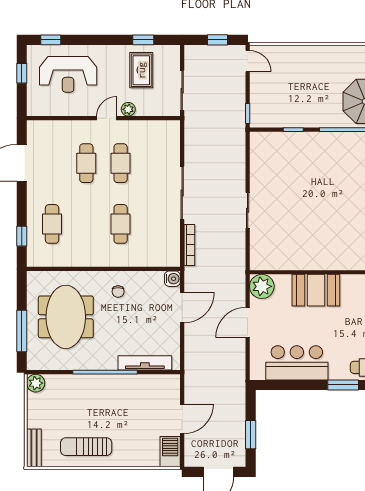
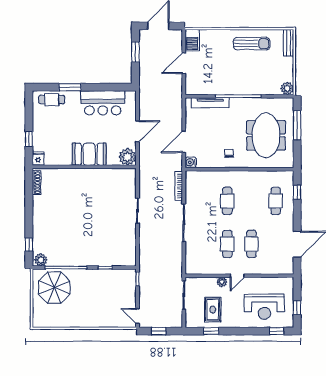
reception desk: (68, 74) -> (264, 307), turned 180

